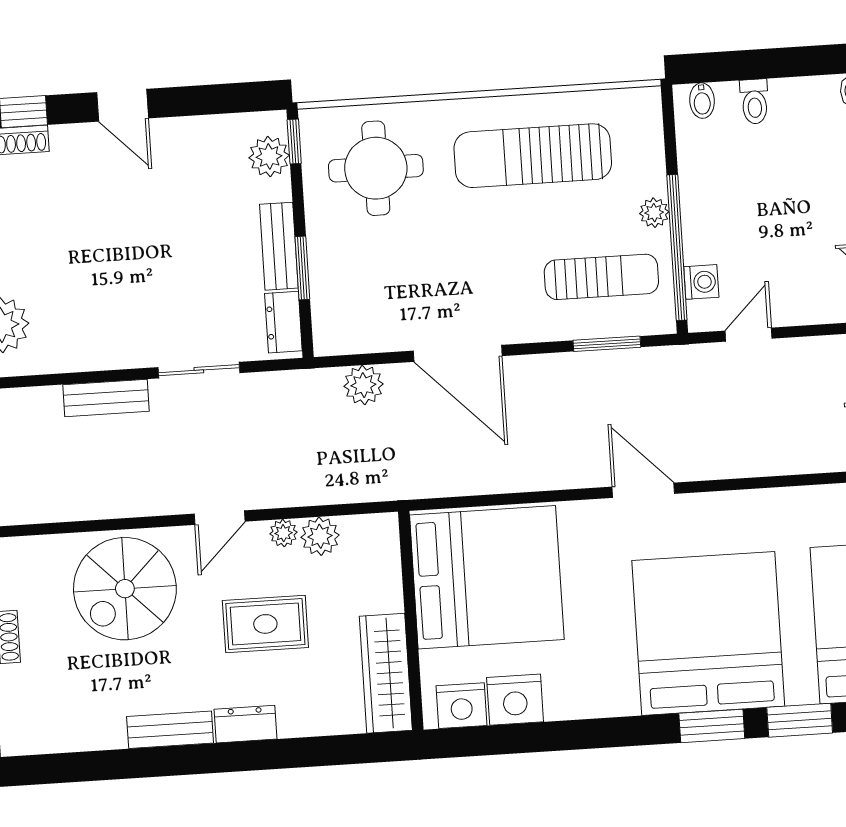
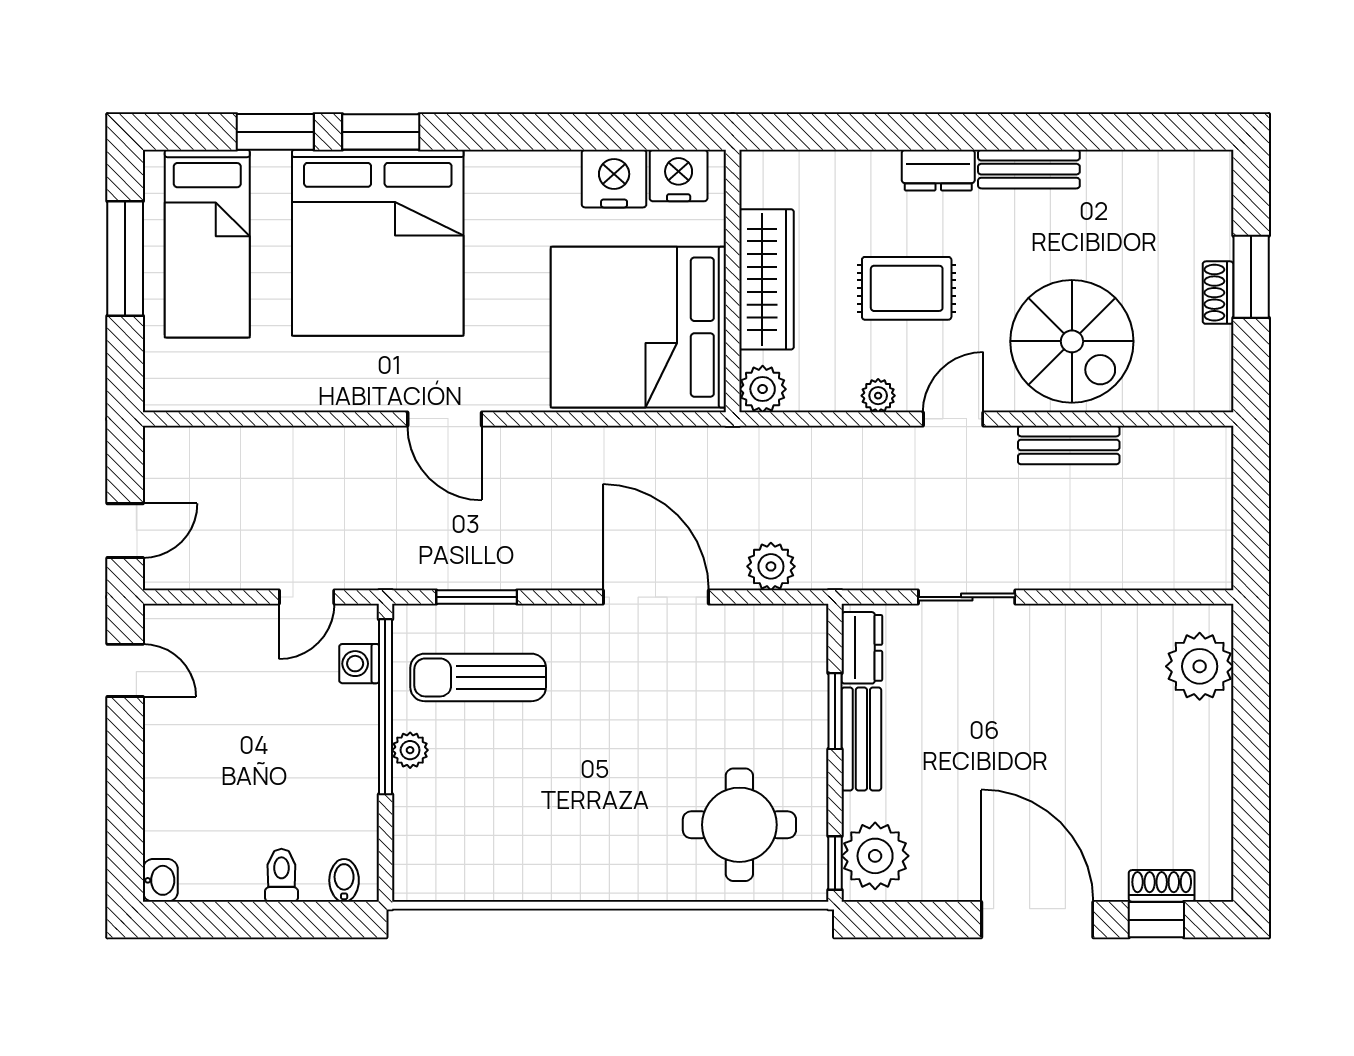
door: (123, 105) -> (1037, 920), width x1.87
sun lounger: (533, 156) -> (551, 828), removed
plant: (269, 157) -> (875, 856), width x1.36, depth x1.36
bench: (106, 398) -> (1069, 445), moved
plant: (320, 536) -> (763, 389), moved
spiral stairs: (125, 589) -> (1072, 341), turned 90
wardrobe: (386, 673) -> (766, 279), moved

